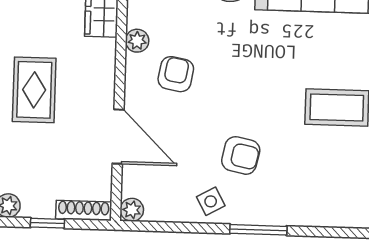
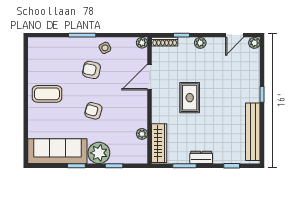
plant: (137, 41) -> (142, 134), moved
armchair: (176, 74) -> (93, 111), moved, turned 96
door: (118, 137) -> (149, 77), hinge flipped

